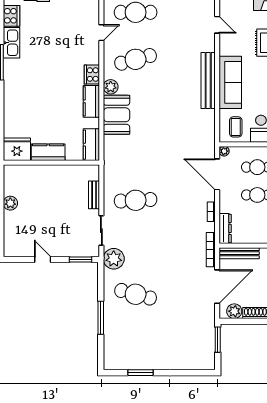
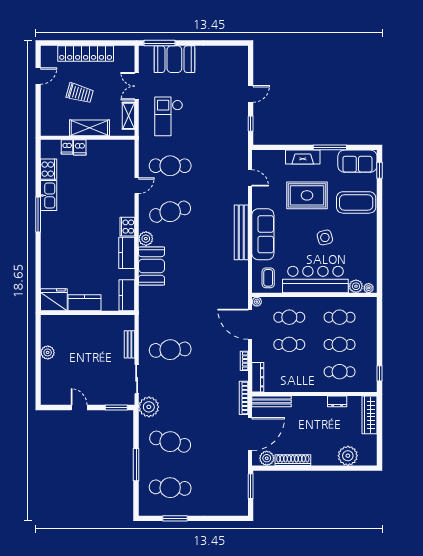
cafe table: (136, 341) -> (170, 488), added

